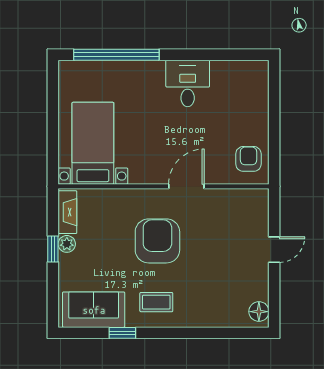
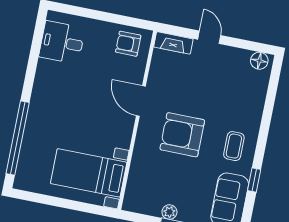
desk: (188, 83) -> (62, 42), moved
fireplace: (67, 212) -> (173, 43), moved, turned 180

